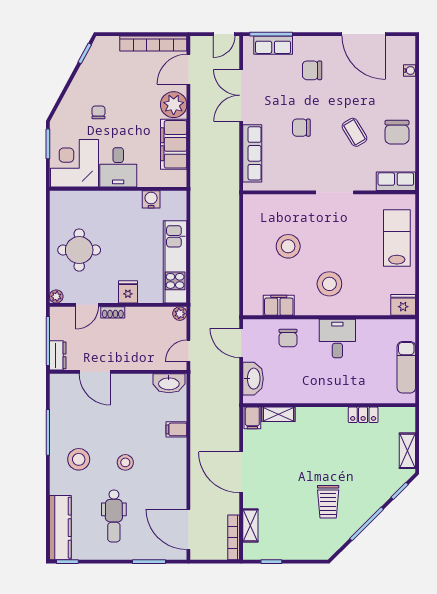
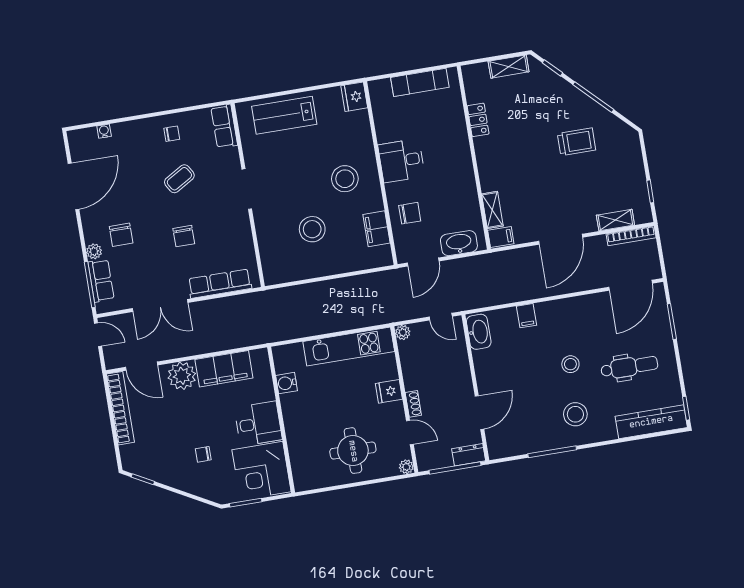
plant: (301, 43) -> (94, 251), added
chair: (397, 132) -> (172, 134), width x0.54, depth x0.54

